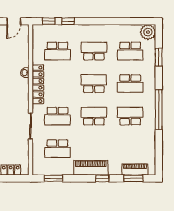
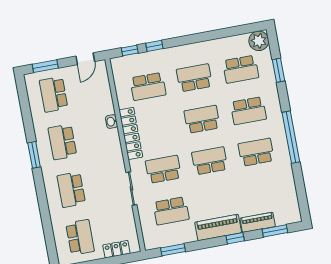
school desk: (57, 116) -> (163, 169), turned 180
piano: (135, 169) -> (258, 222), moved

